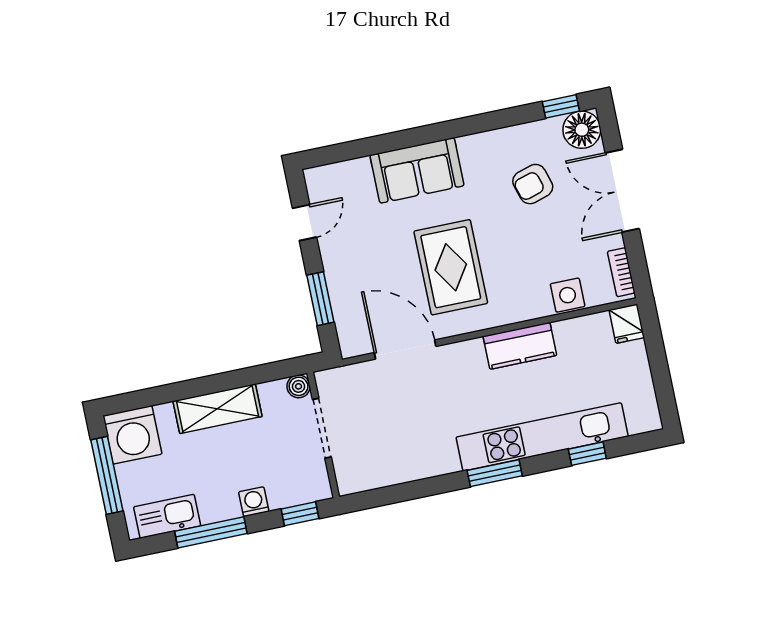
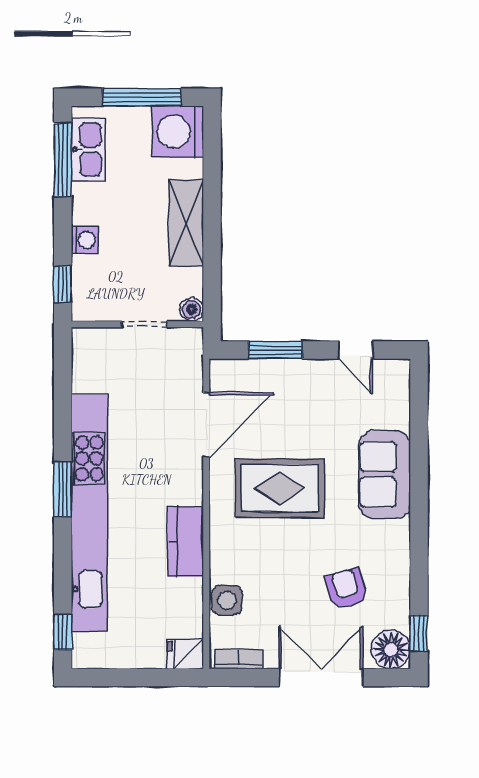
doorway: (322, 428) -> (144, 324), width x0.73
kitchen unit: (542, 437) -> (89, 513), width x1.36
window: (587, 454) -> (63, 632), moved
window: (211, 532) -> (63, 160), moved

